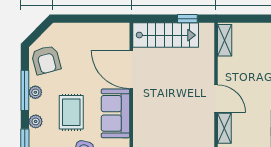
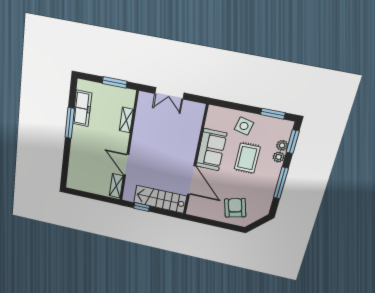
armchair: (46, 60) -> (235, 208), moved
plant: (35, 92) -> (282, 145), moved
door: (216, 99) -> (126, 165), moved

